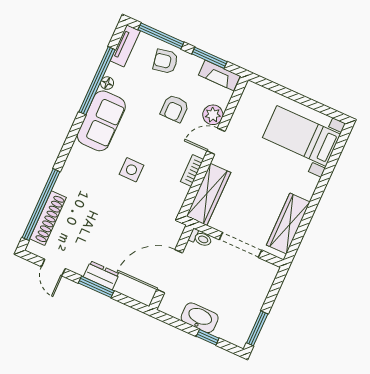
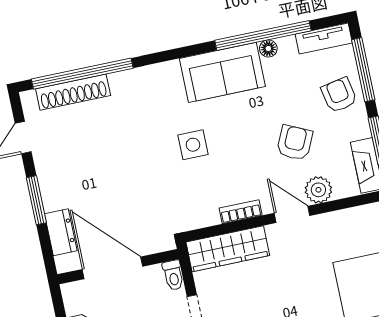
armchair: (175, 108) -> (295, 143), turned 115
dresser: (101, 275) -> (61, 232), moved

